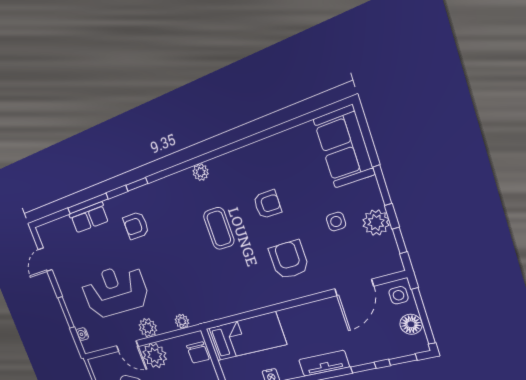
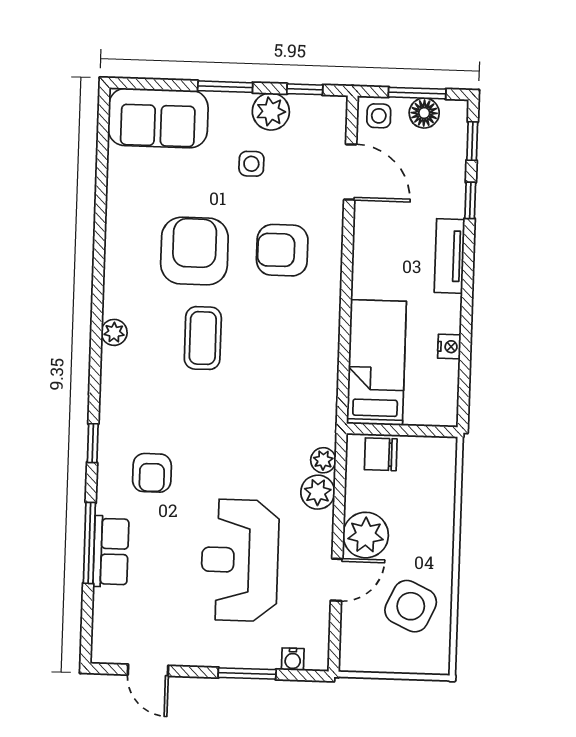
armchair: (267, 204) -> (194, 251), width x1.88, depth x1.88
coffee table: (219, 228) -> (203, 338), turned 90
window: (423, 316) -> (417, 93), width x0.69
plant: (148, 328) -> (318, 492), moved
chair: (198, 353) -> (381, 454), turned 180

